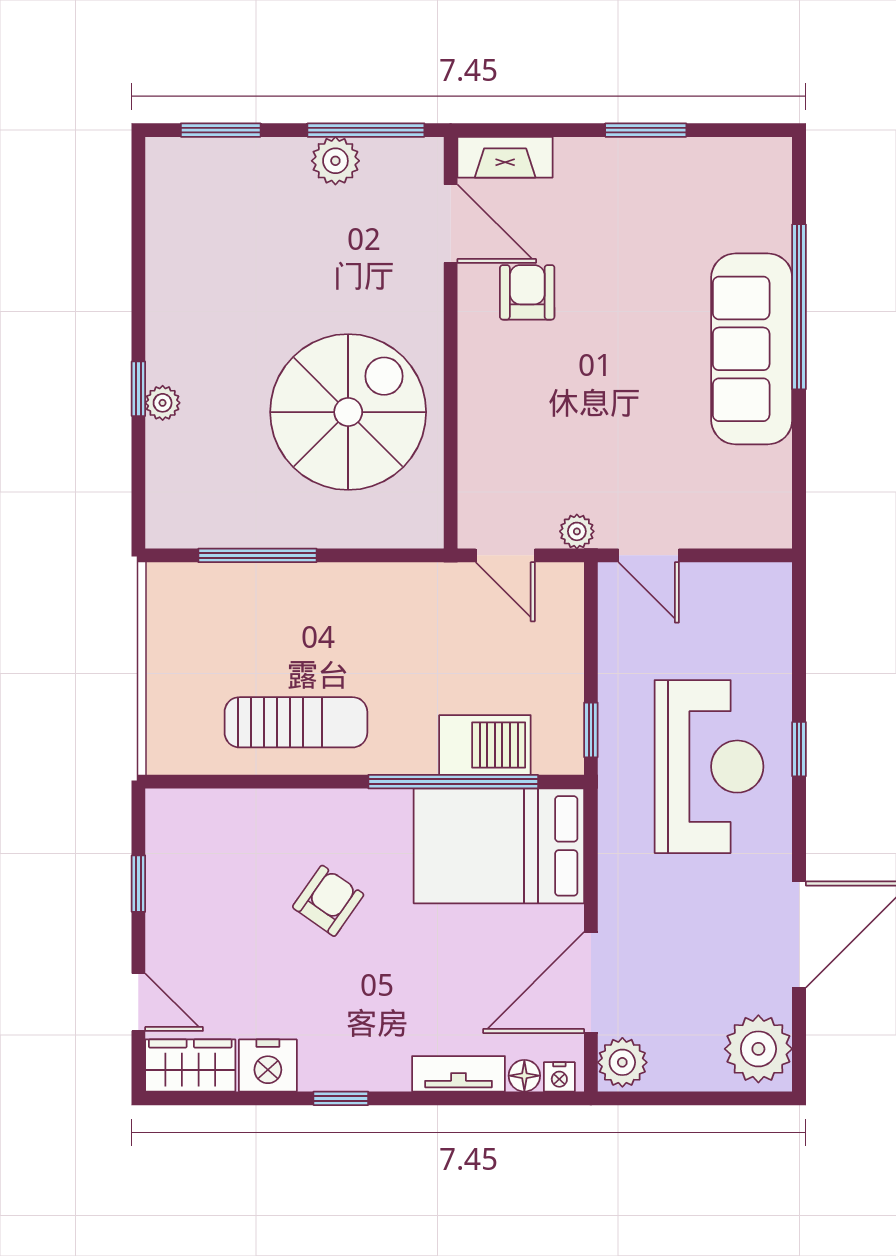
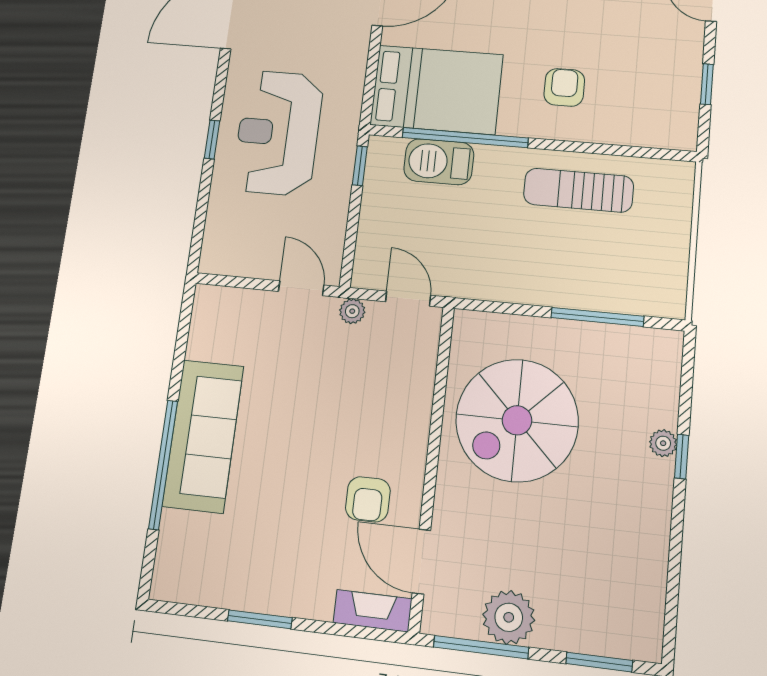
plant: (335, 161) -> (509, 617), width x1.36, depth x1.36
armchair: (328, 901) -> (564, 87), moved, turned 145

